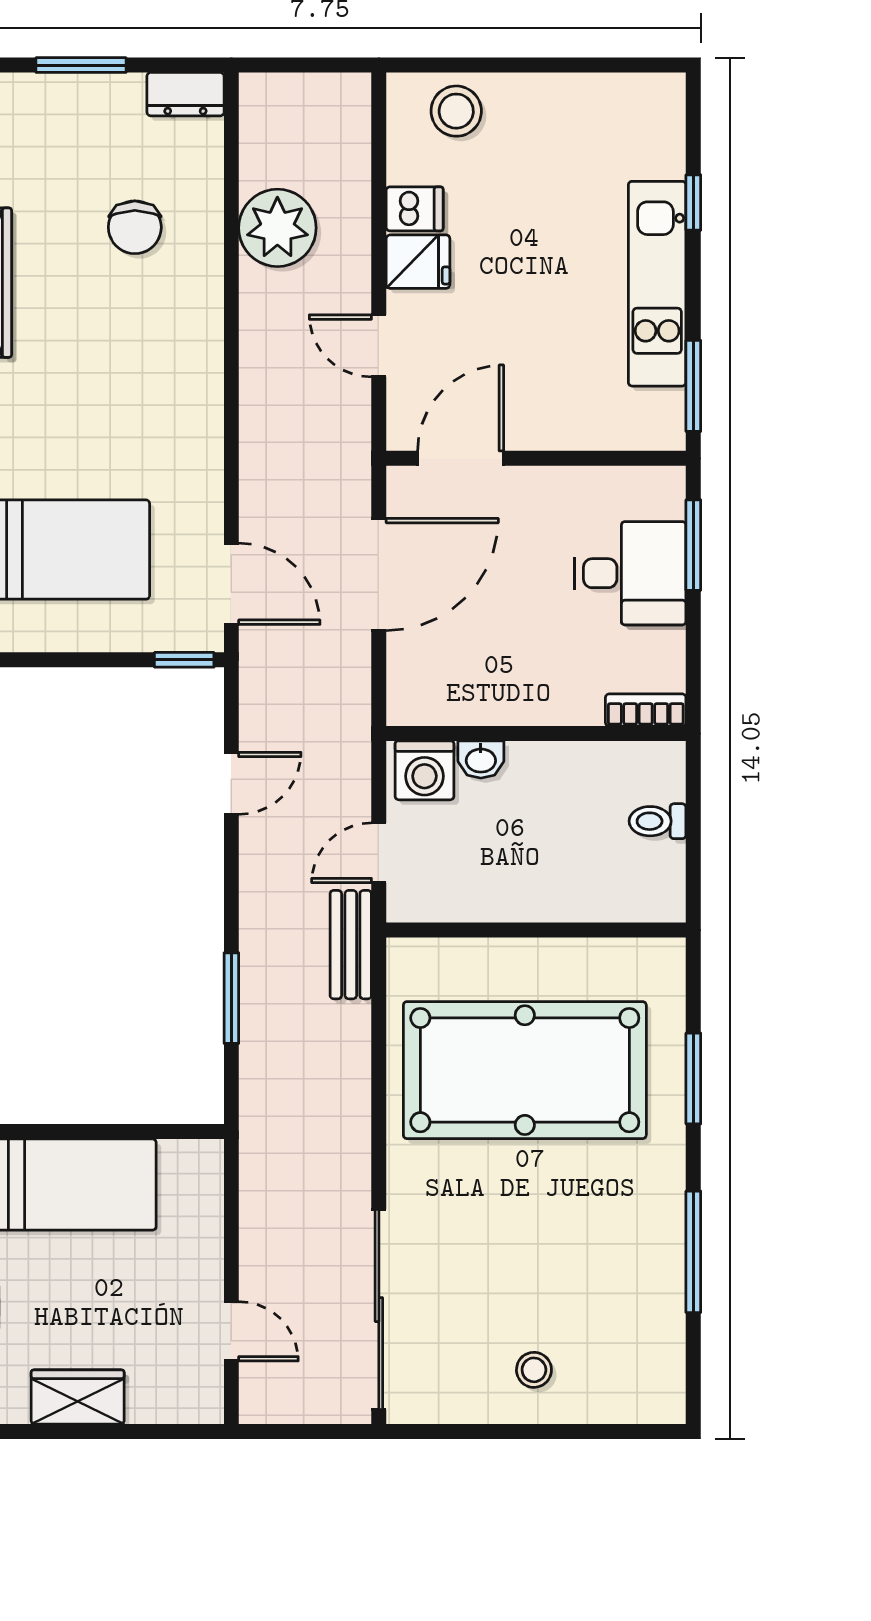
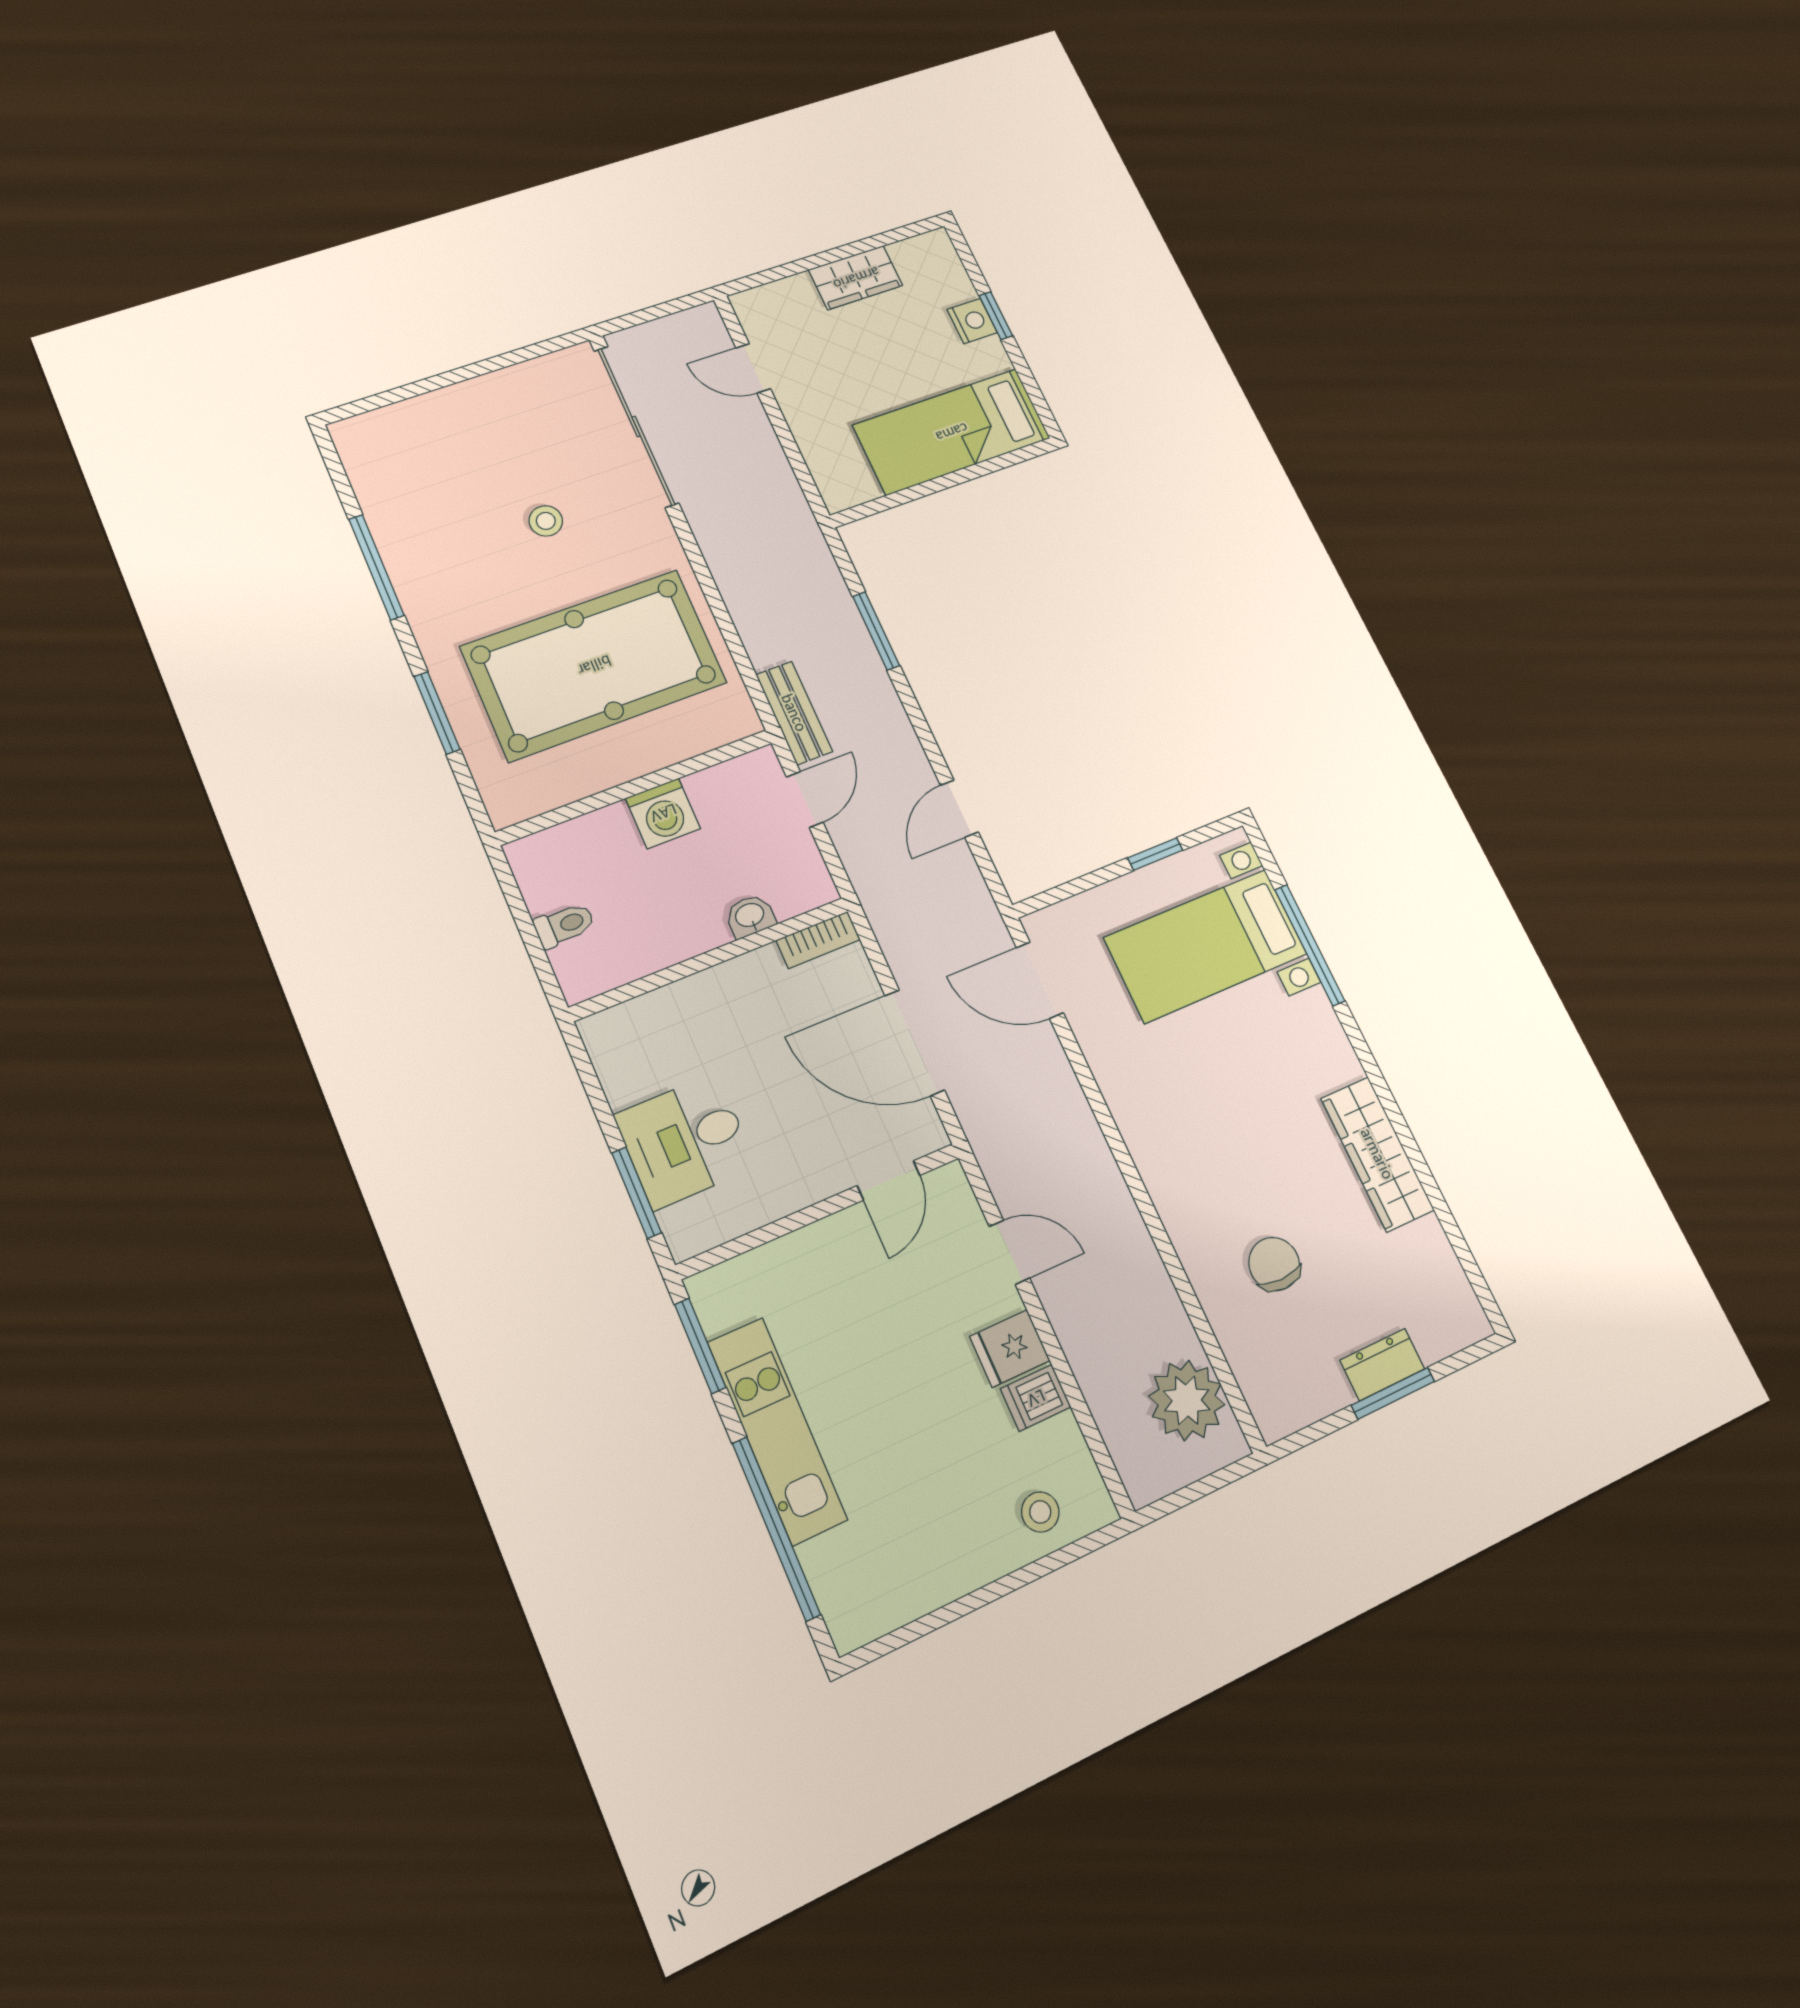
dresser: (185, 94) -> (1382, 1365), moved
stool: (456, 111) -> (1040, 1512), width x0.73, depth x0.73
window: (693, 202) -> (776, 1528), width x3.17
plant: (277, 228) -> (1187, 1400), moved
door: (461, 458) -> (889, 1180), width x0.73
door: (379, 575) -> (915, 1043), hinge flipped
window: (184, 660) -> (1155, 854), moved
bookcase: (646, 710) -> (818, 940), moved
washing machine: (424, 770) -> (663, 813), moved, turned 180
stool: (534, 1370) -> (546, 521), moved

